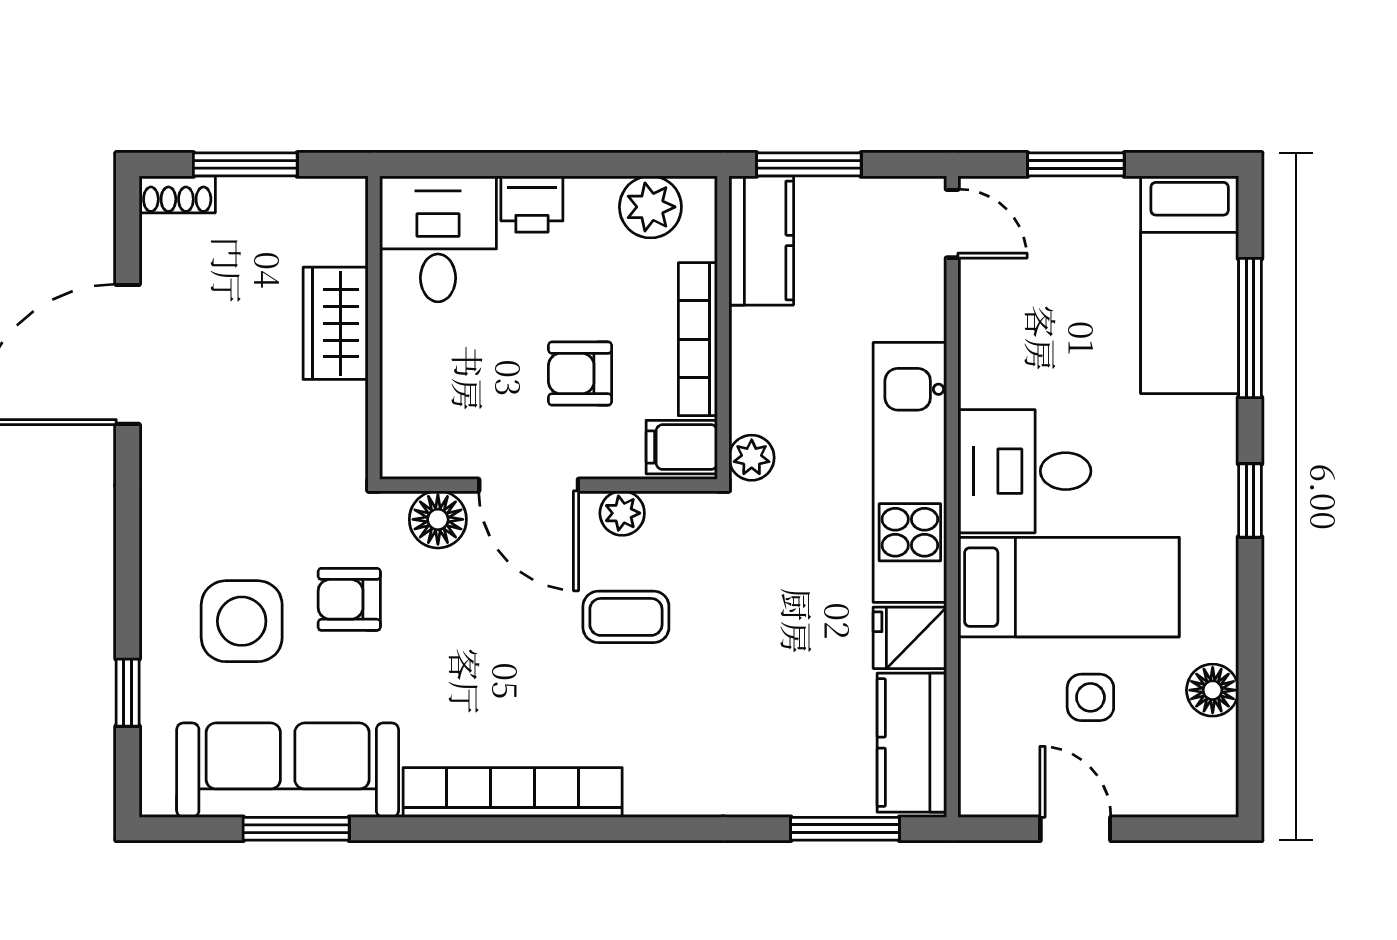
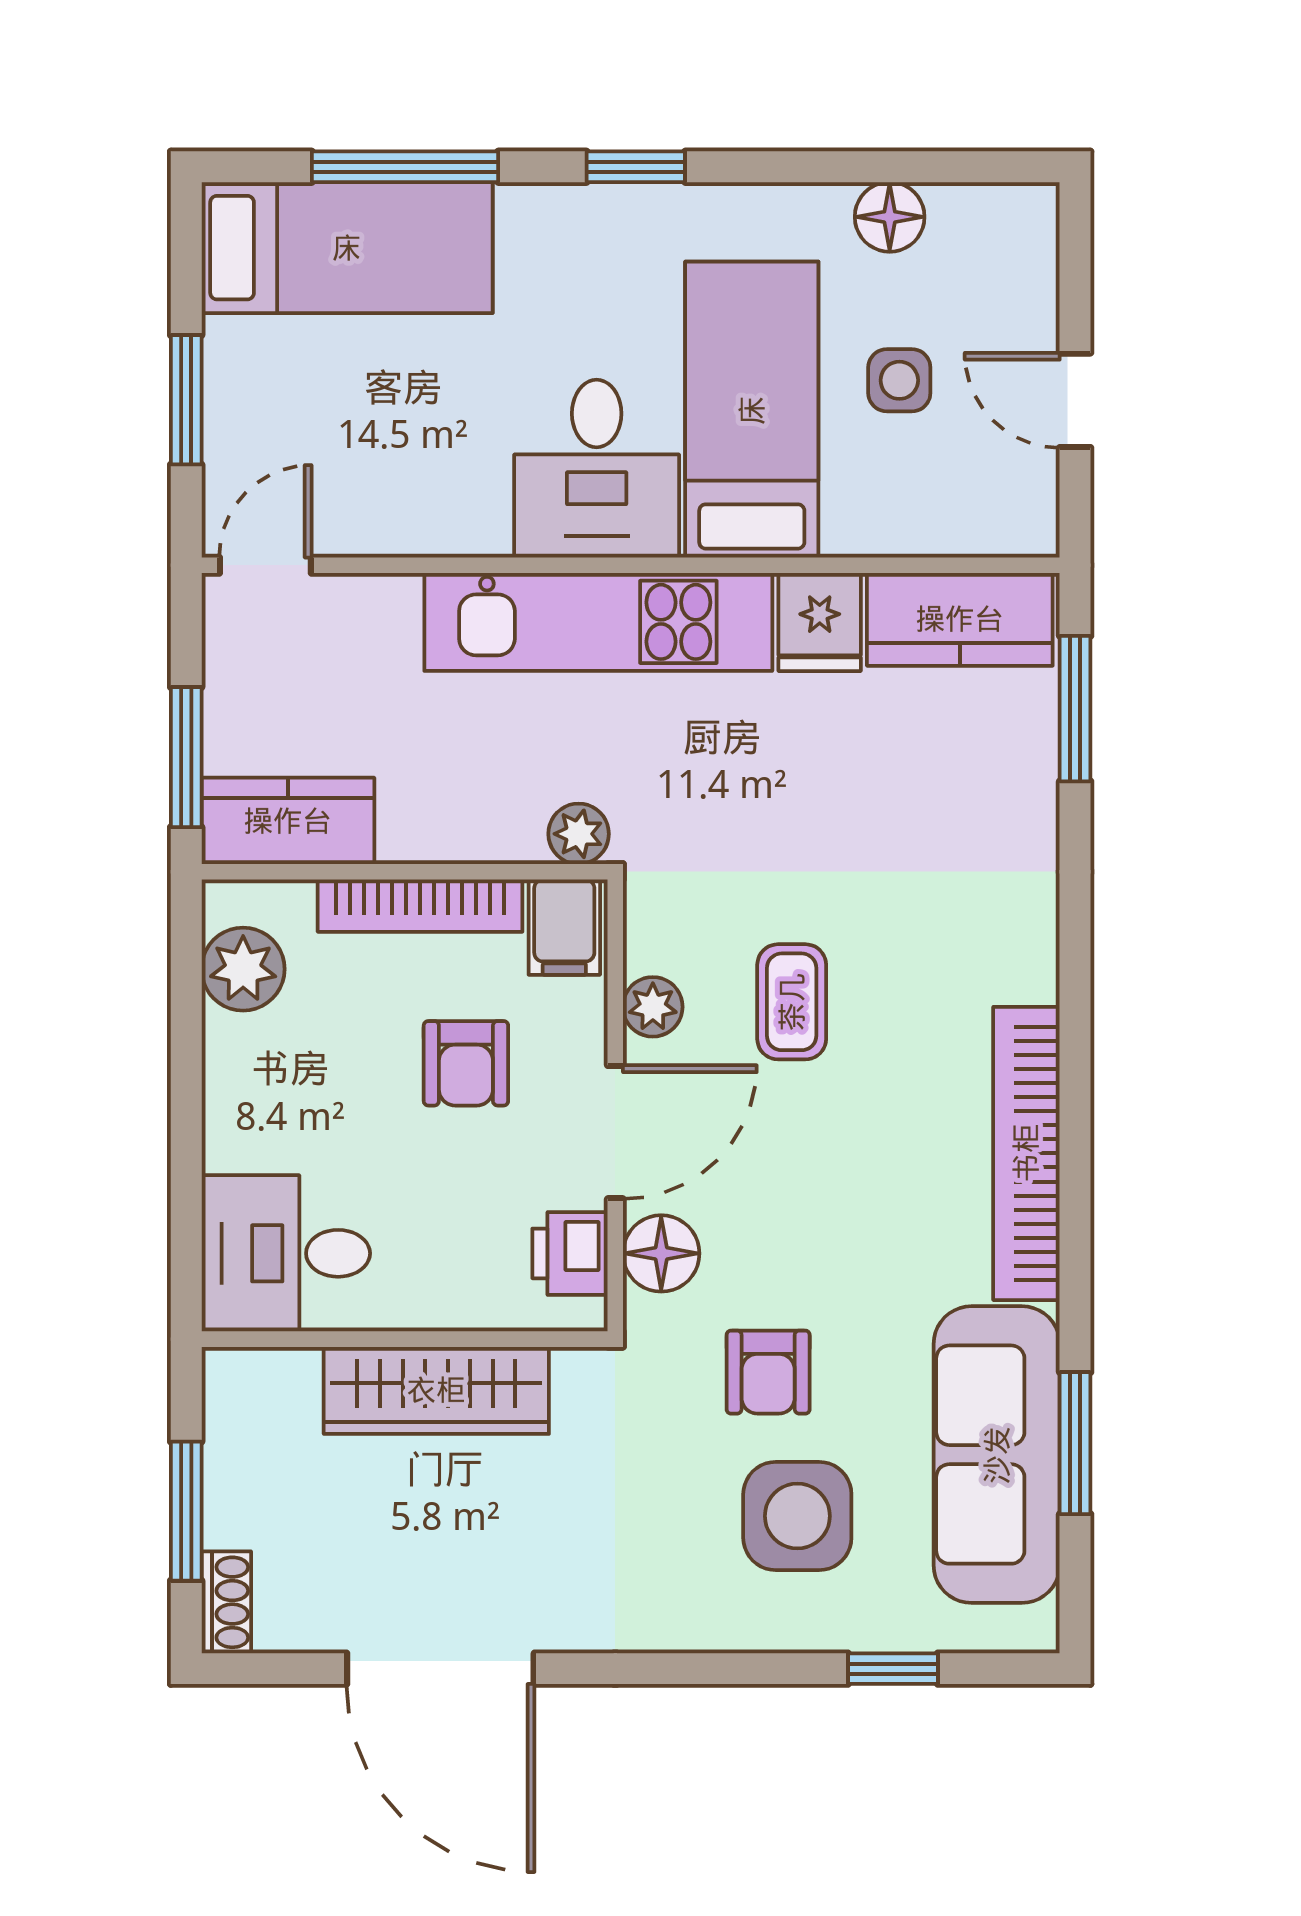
printer: (532, 204) -> (570, 1253), moved, turned 180
wardrobe: (336, 323) -> (436, 1390), width x1.50
door: (1075, 829) -> (1075, 400), hinge flipped

